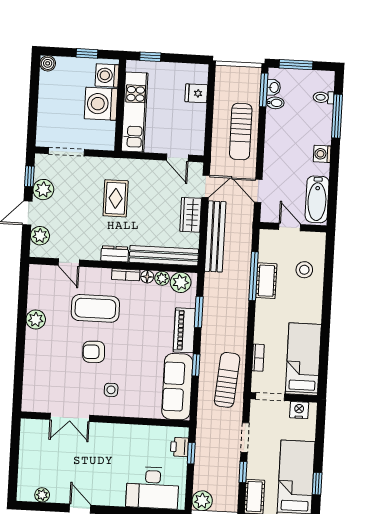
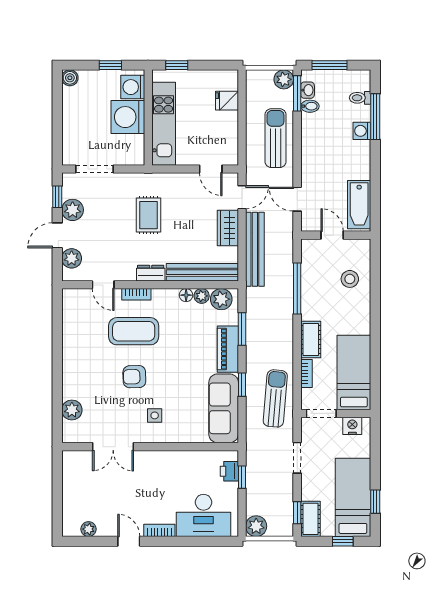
plant: (252, 76) -> (284, 79), added
sun lounger: (241, 132) -> (275, 138), turned 180
washing machine: (322, 154) -> (362, 131), moved
bookcase: (126, 275) -> (136, 294), moved
cot: (266, 281) -> (311, 340), moved
plant: (36, 319) -> (72, 410), moved
window: (243, 472) -> (297, 513), moved
bookcase: (110, 500) -> (159, 530), added

